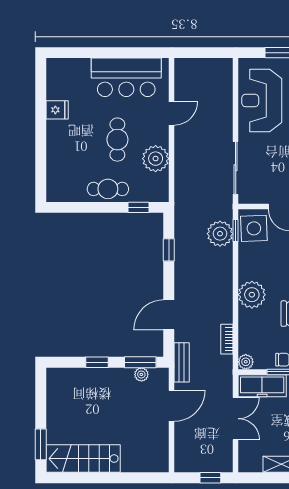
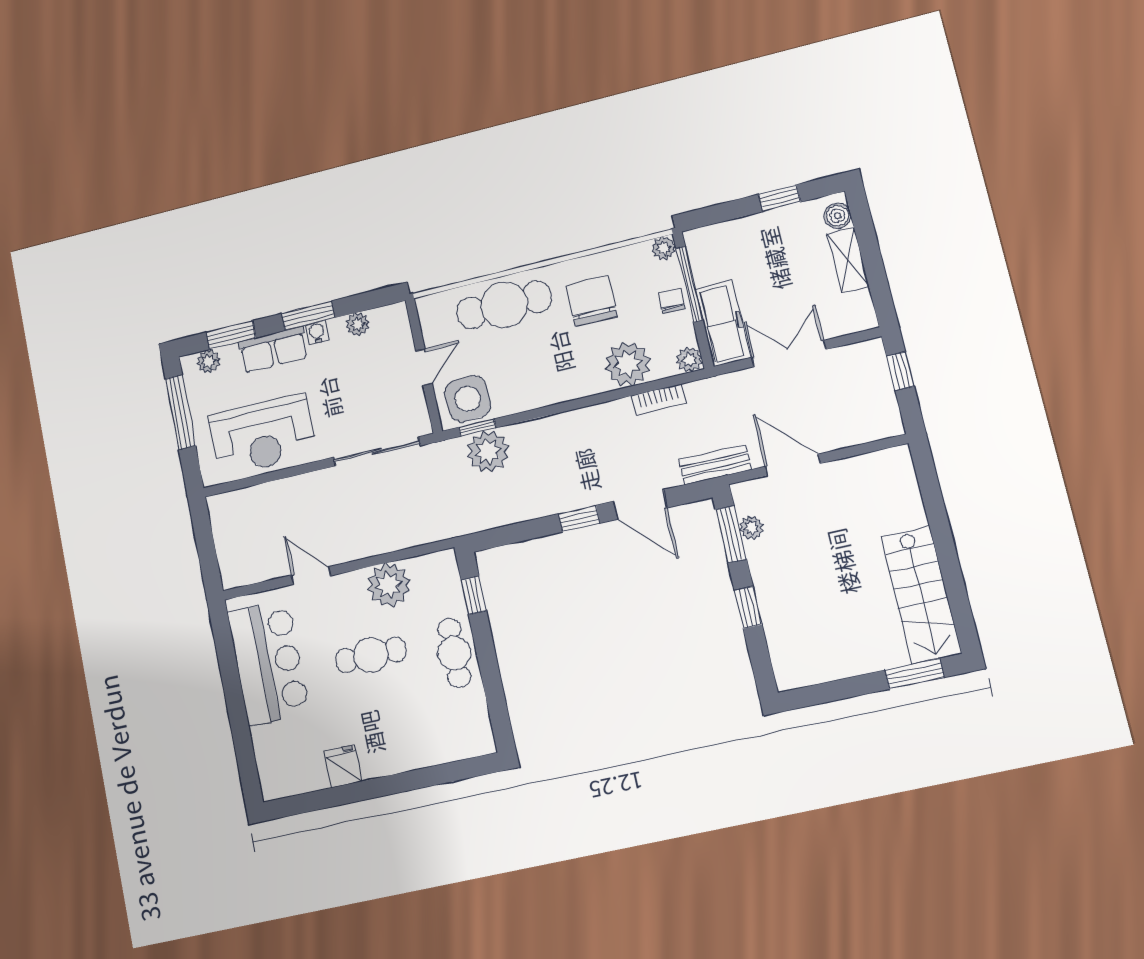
window: (169, 250) -> (579, 519), moved
plant: (252, 295) -> (628, 364), moved

